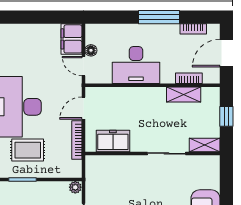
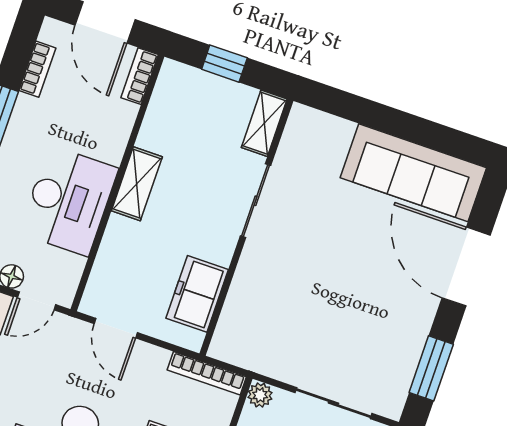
bookcase: (189, 78) -> (140, 76), moved
shelving: (184, 94) -> (137, 184), moved
bookcase: (77, 140) -> (207, 373), moved

